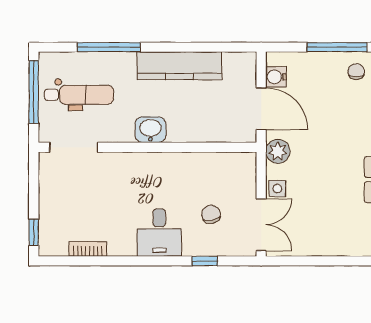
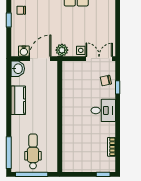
window: (109, 47) -> (9, 153), moved
window: (337, 47) -> (9, 20), width x0.46
kitchen counter: (179, 66) -> (18, 100), width x0.67
washbasin: (150, 130) -> (18, 69), moved, turned 180
doorway: (74, 147) -> (60, 154), removed
chair: (211, 214) -> (106, 80), moved

